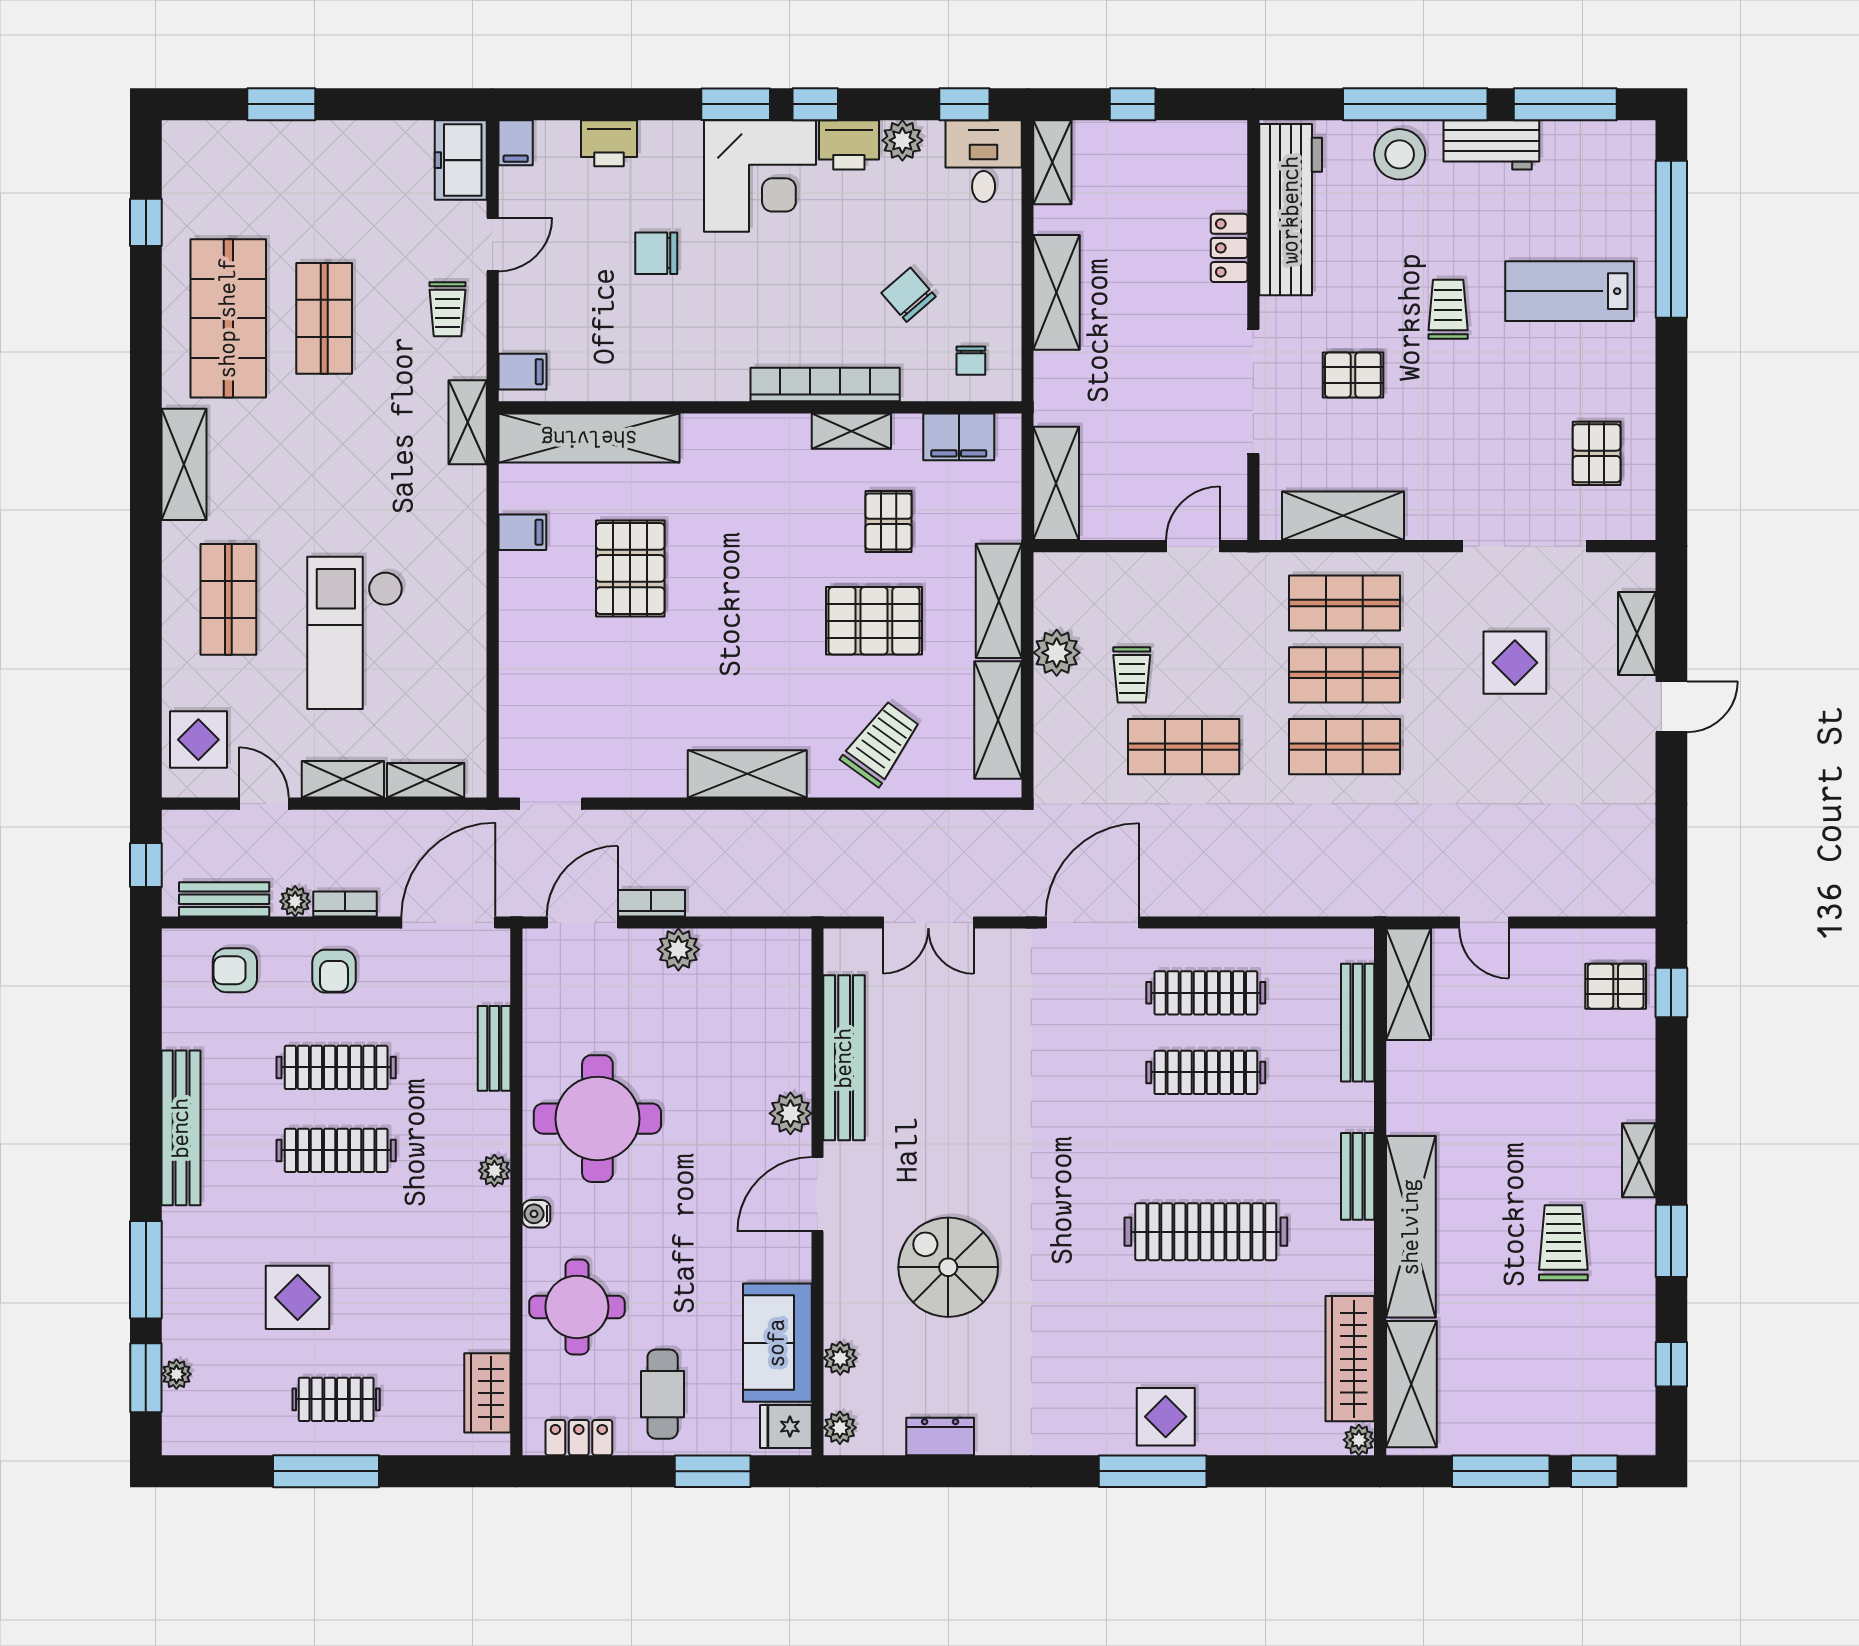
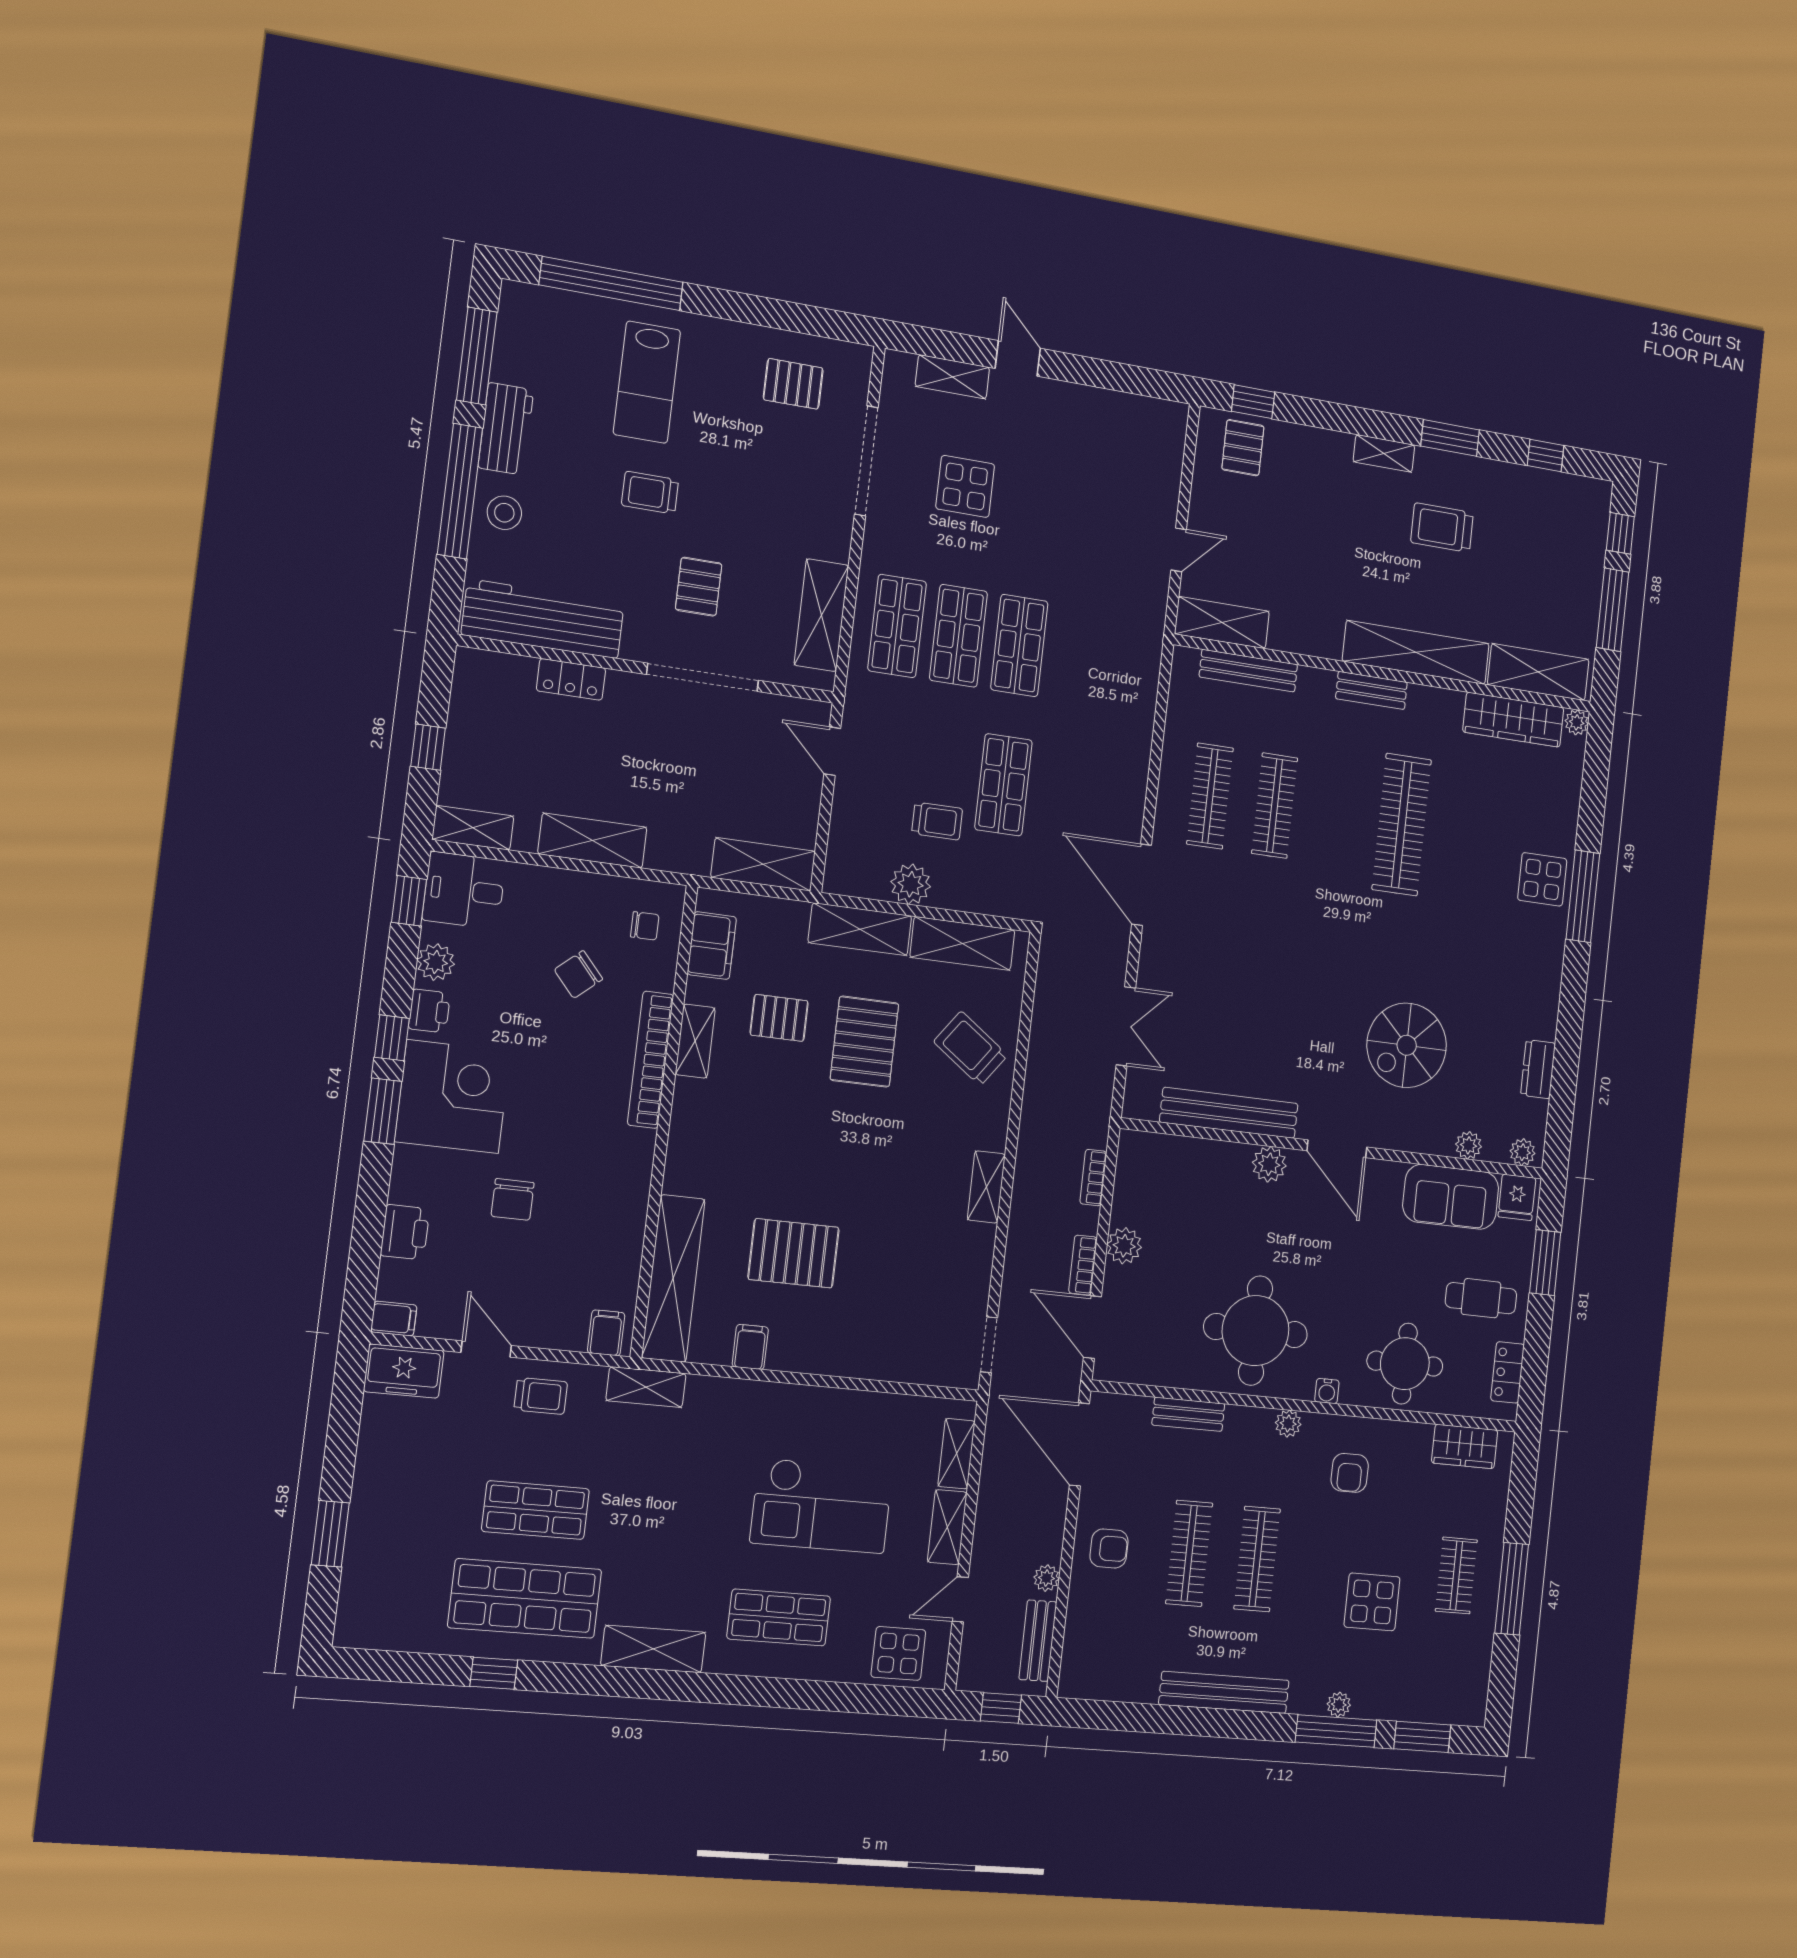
printer: (849, 145) -> (429, 1011), width x0.73, depth x0.81
stool: (1400, 154) -> (504, 513), width x0.73, depth x0.73
window: (146, 222) -> (494, 1673), moved
shelving: (747, 774) -> (986, 1187), width x0.67, depth x0.75
bookcase: (345, 904) -> (1093, 1178), moved
armchair: (235, 970) -> (1350, 1473), moved
plant: (176, 1374) -> (1339, 1705), moved

